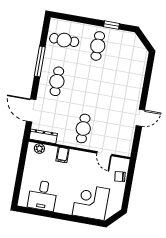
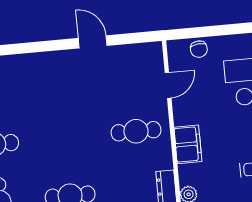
filing cabinet: (63, 155) -> (188, 144), width x2.00

